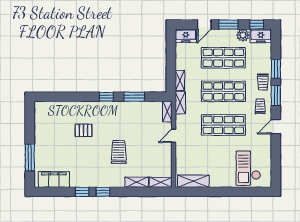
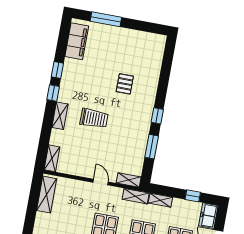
window: (171, 53) -> (193, 196), added
shelving: (137, 182) -> (60, 116), moved

